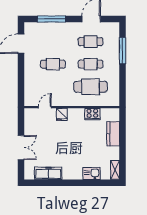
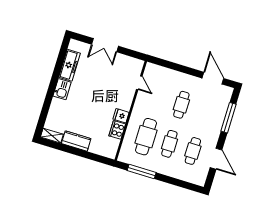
window: (122, 51) -> (142, 172), moved
fridge: (62, 114) -> (121, 116), moved
kitchen counter: (113, 134) -> (76, 141), moved
kitchen sink: (91, 173) -> (62, 89), moved

